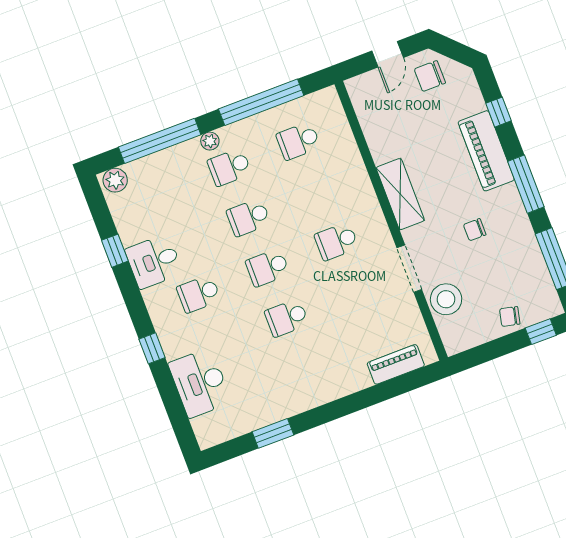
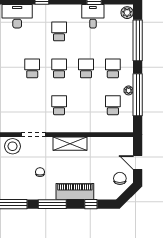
plant: (210, 141) -> (129, 90), moved
desk: (154, 261) -> (93, 16), moved

